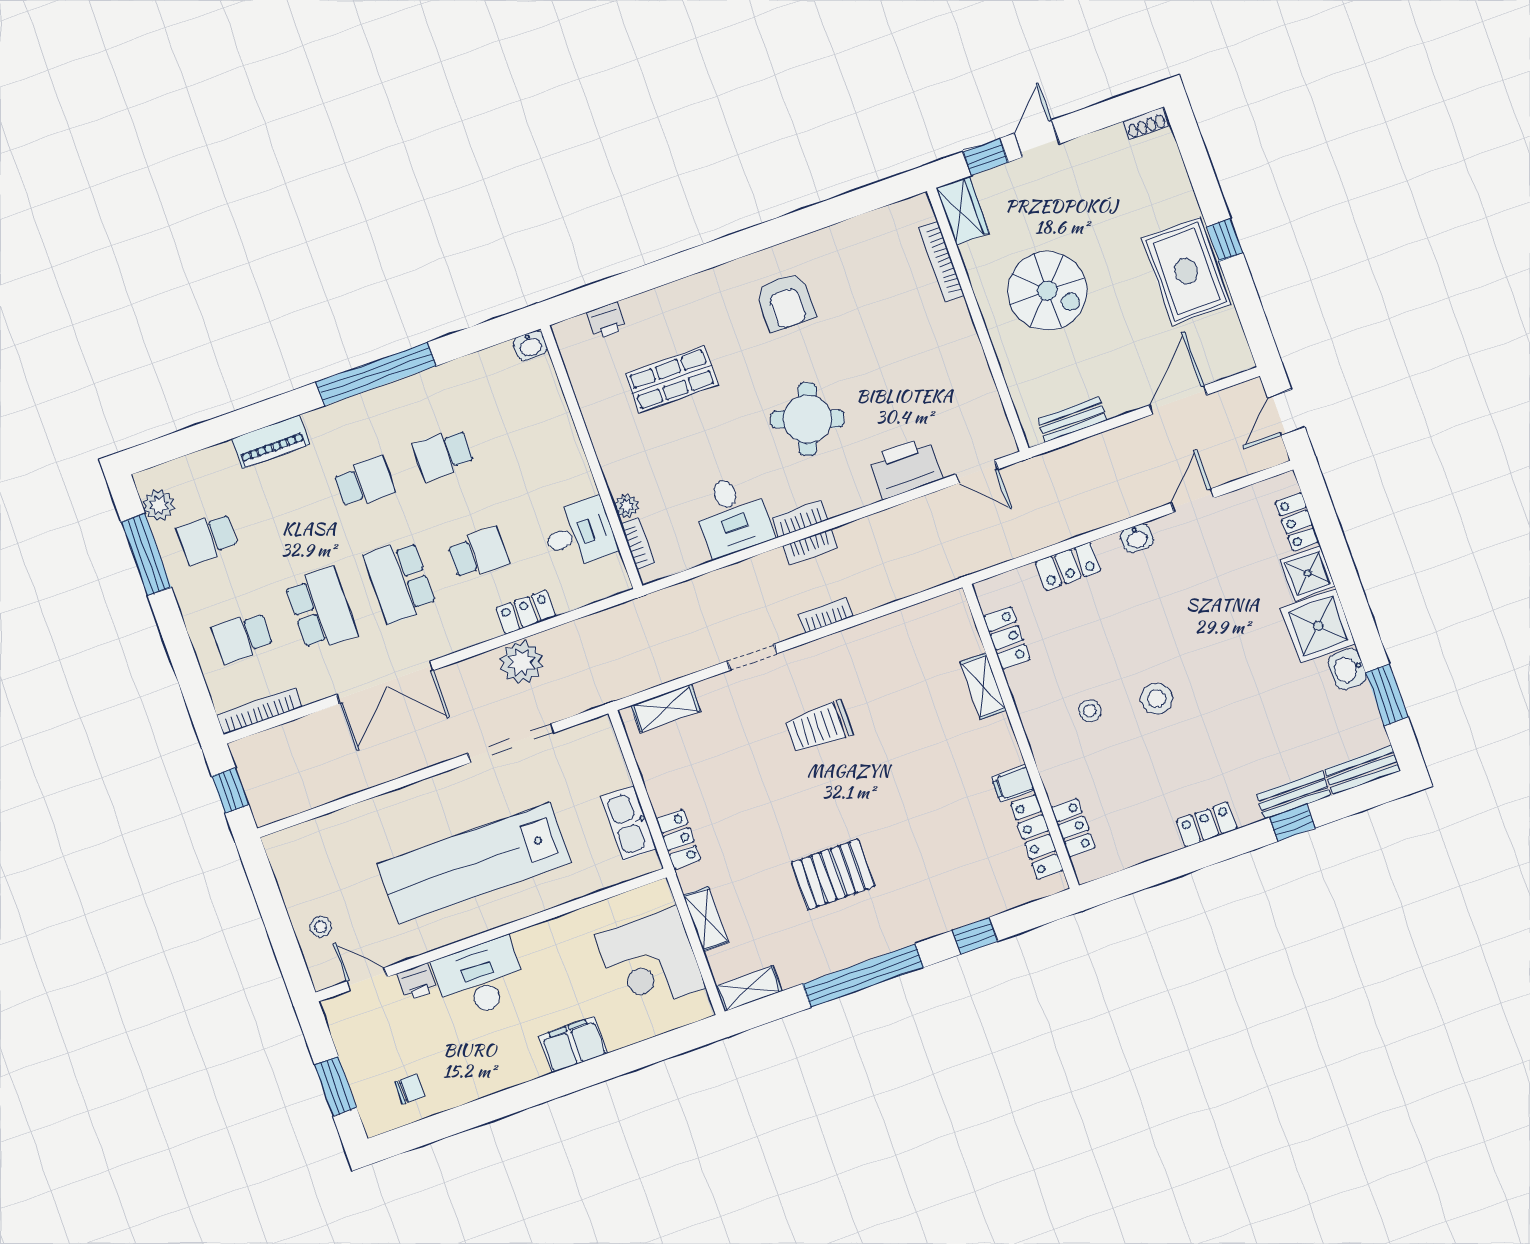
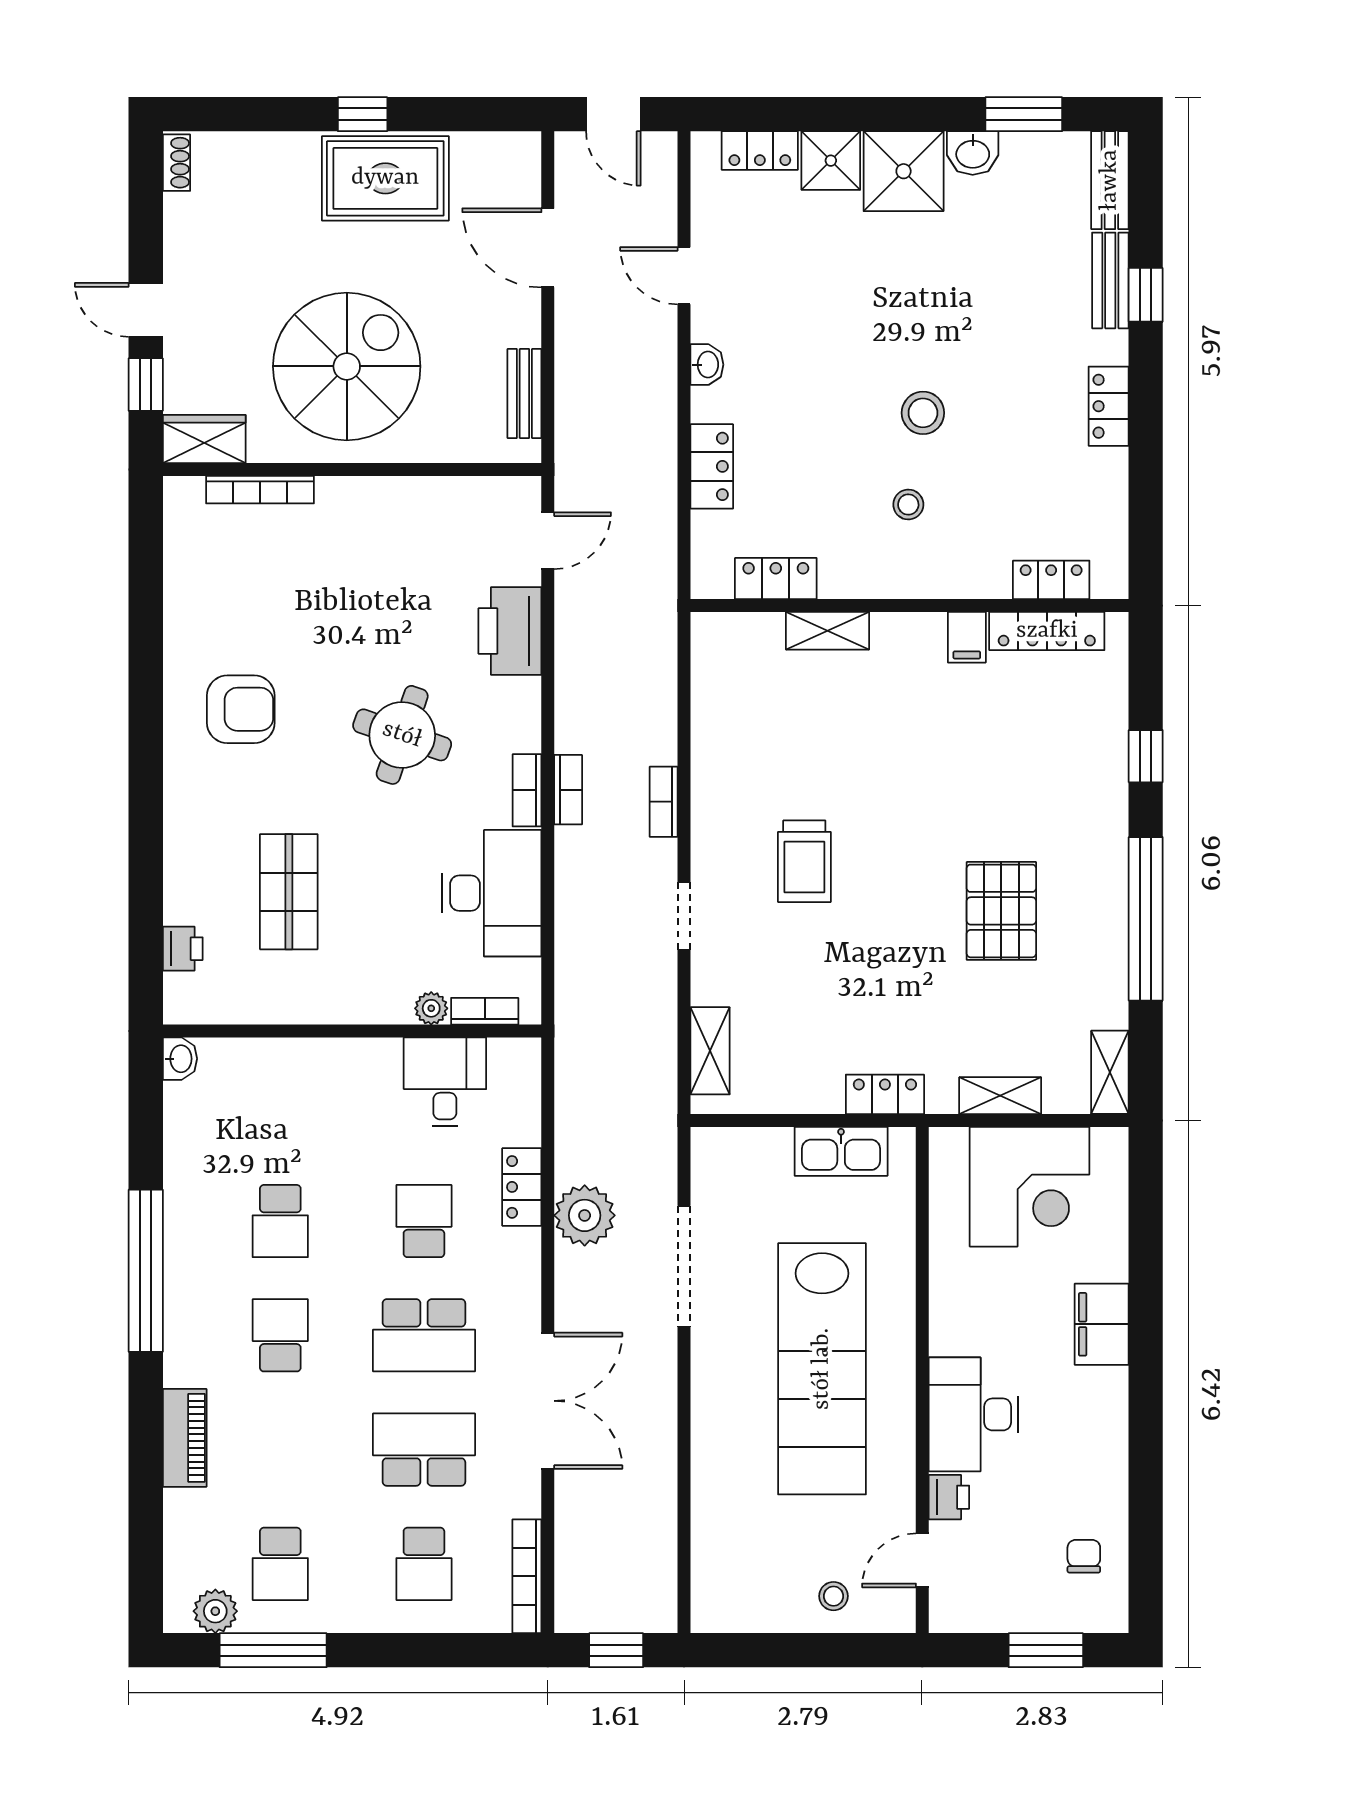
spiral stairs: (1047, 291) -> (347, 366), width x1.37, depth x1.37
desk: (732, 515) -> (492, 893), width x1.37

